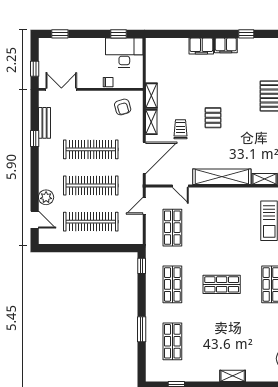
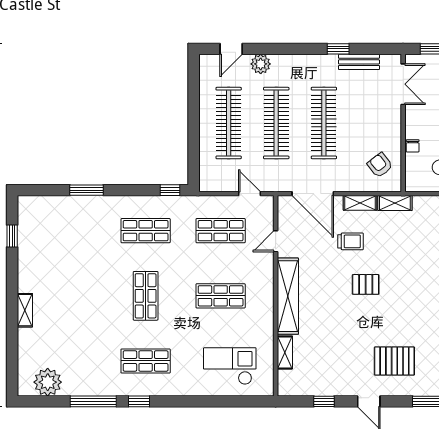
armchair: (123, 107) -> (380, 165), turned 68
shop shelf: (172, 341) -> (221, 296), moved

